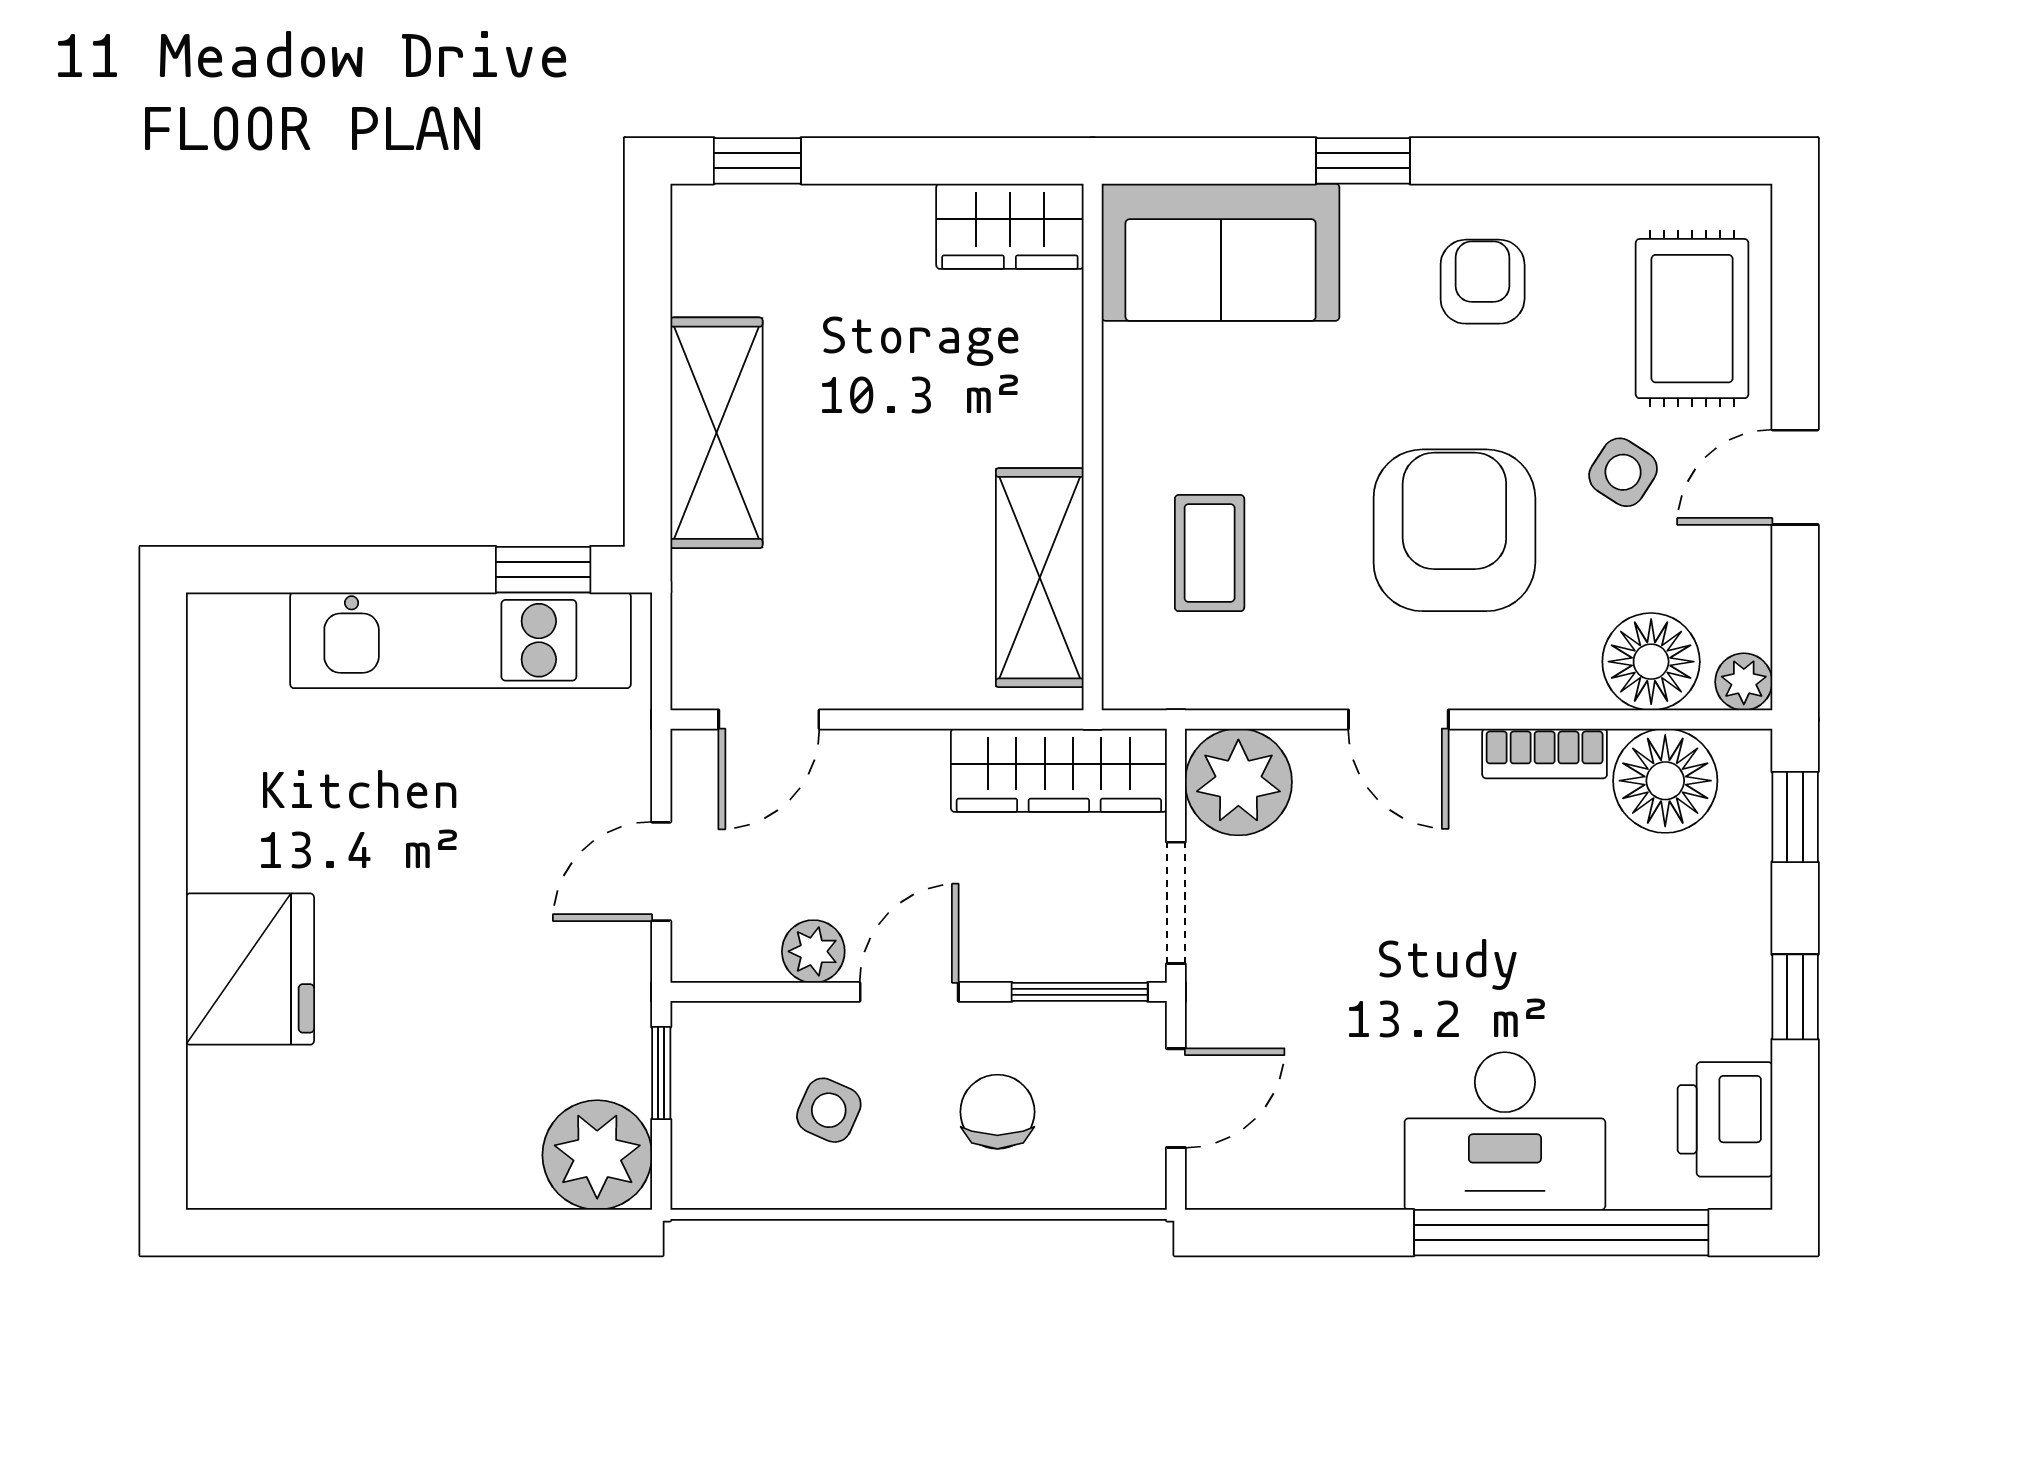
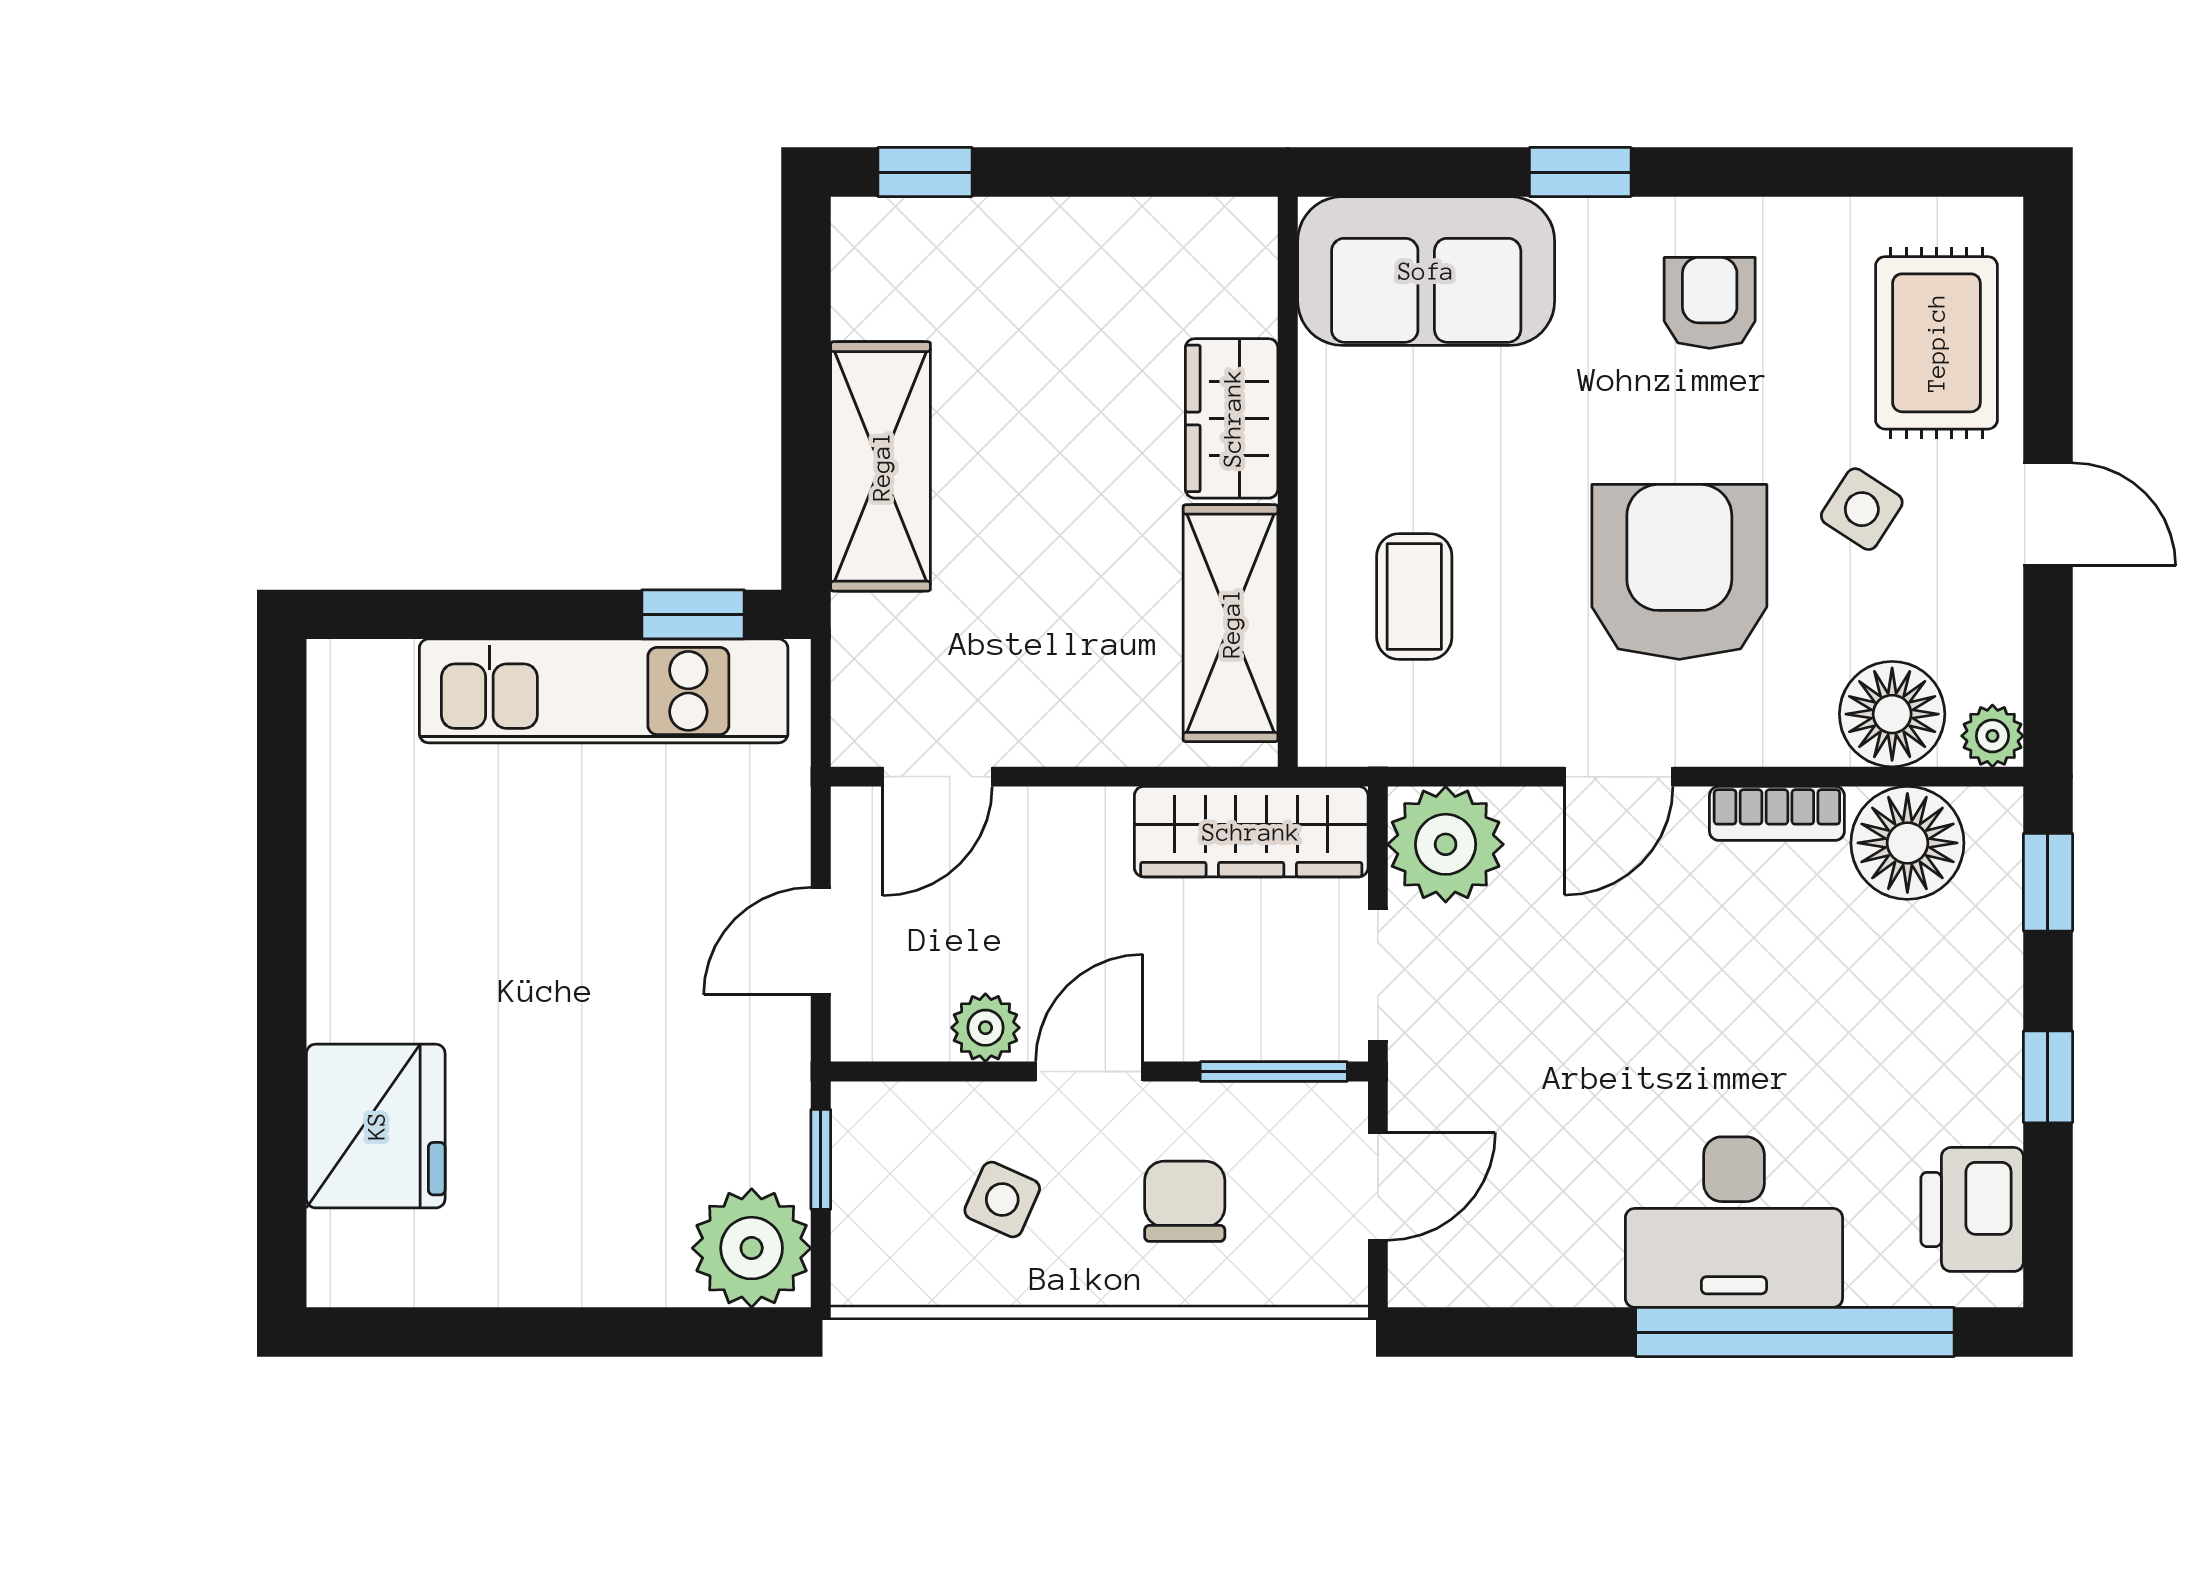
wardrobe: (1010, 226) -> (1232, 418), moved, turned 90
door: (1795, 477) -> (2048, 514), swing flipped
door: (1398, 719) -> (1619, 777), hinge flipped
fridge: (250, 969) -> (376, 1126), moved

